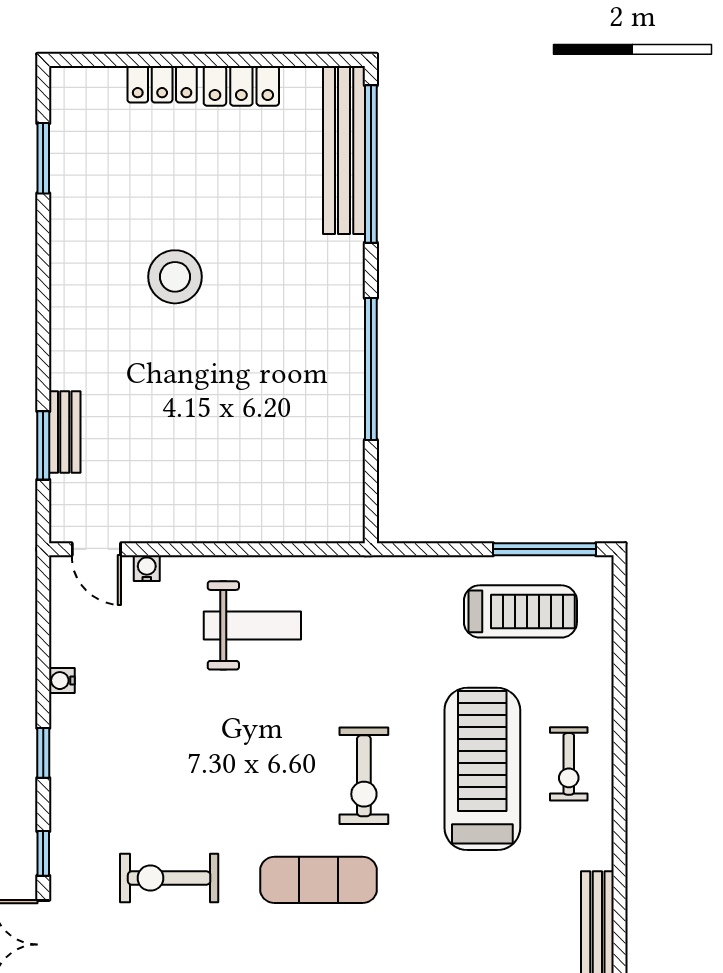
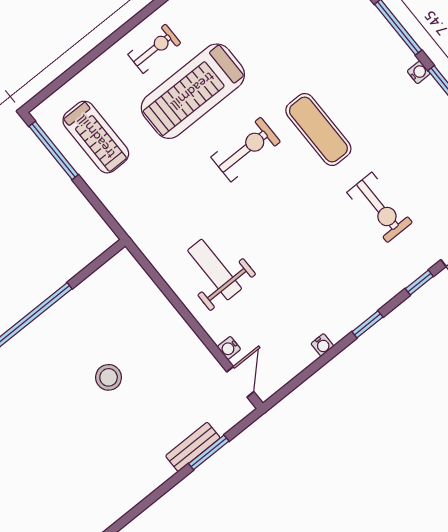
stool: (175, 277) -> (109, 377), moved, width x0.73, depth x0.73
treadmill: (520, 611) -> (96, 137), turned 180

